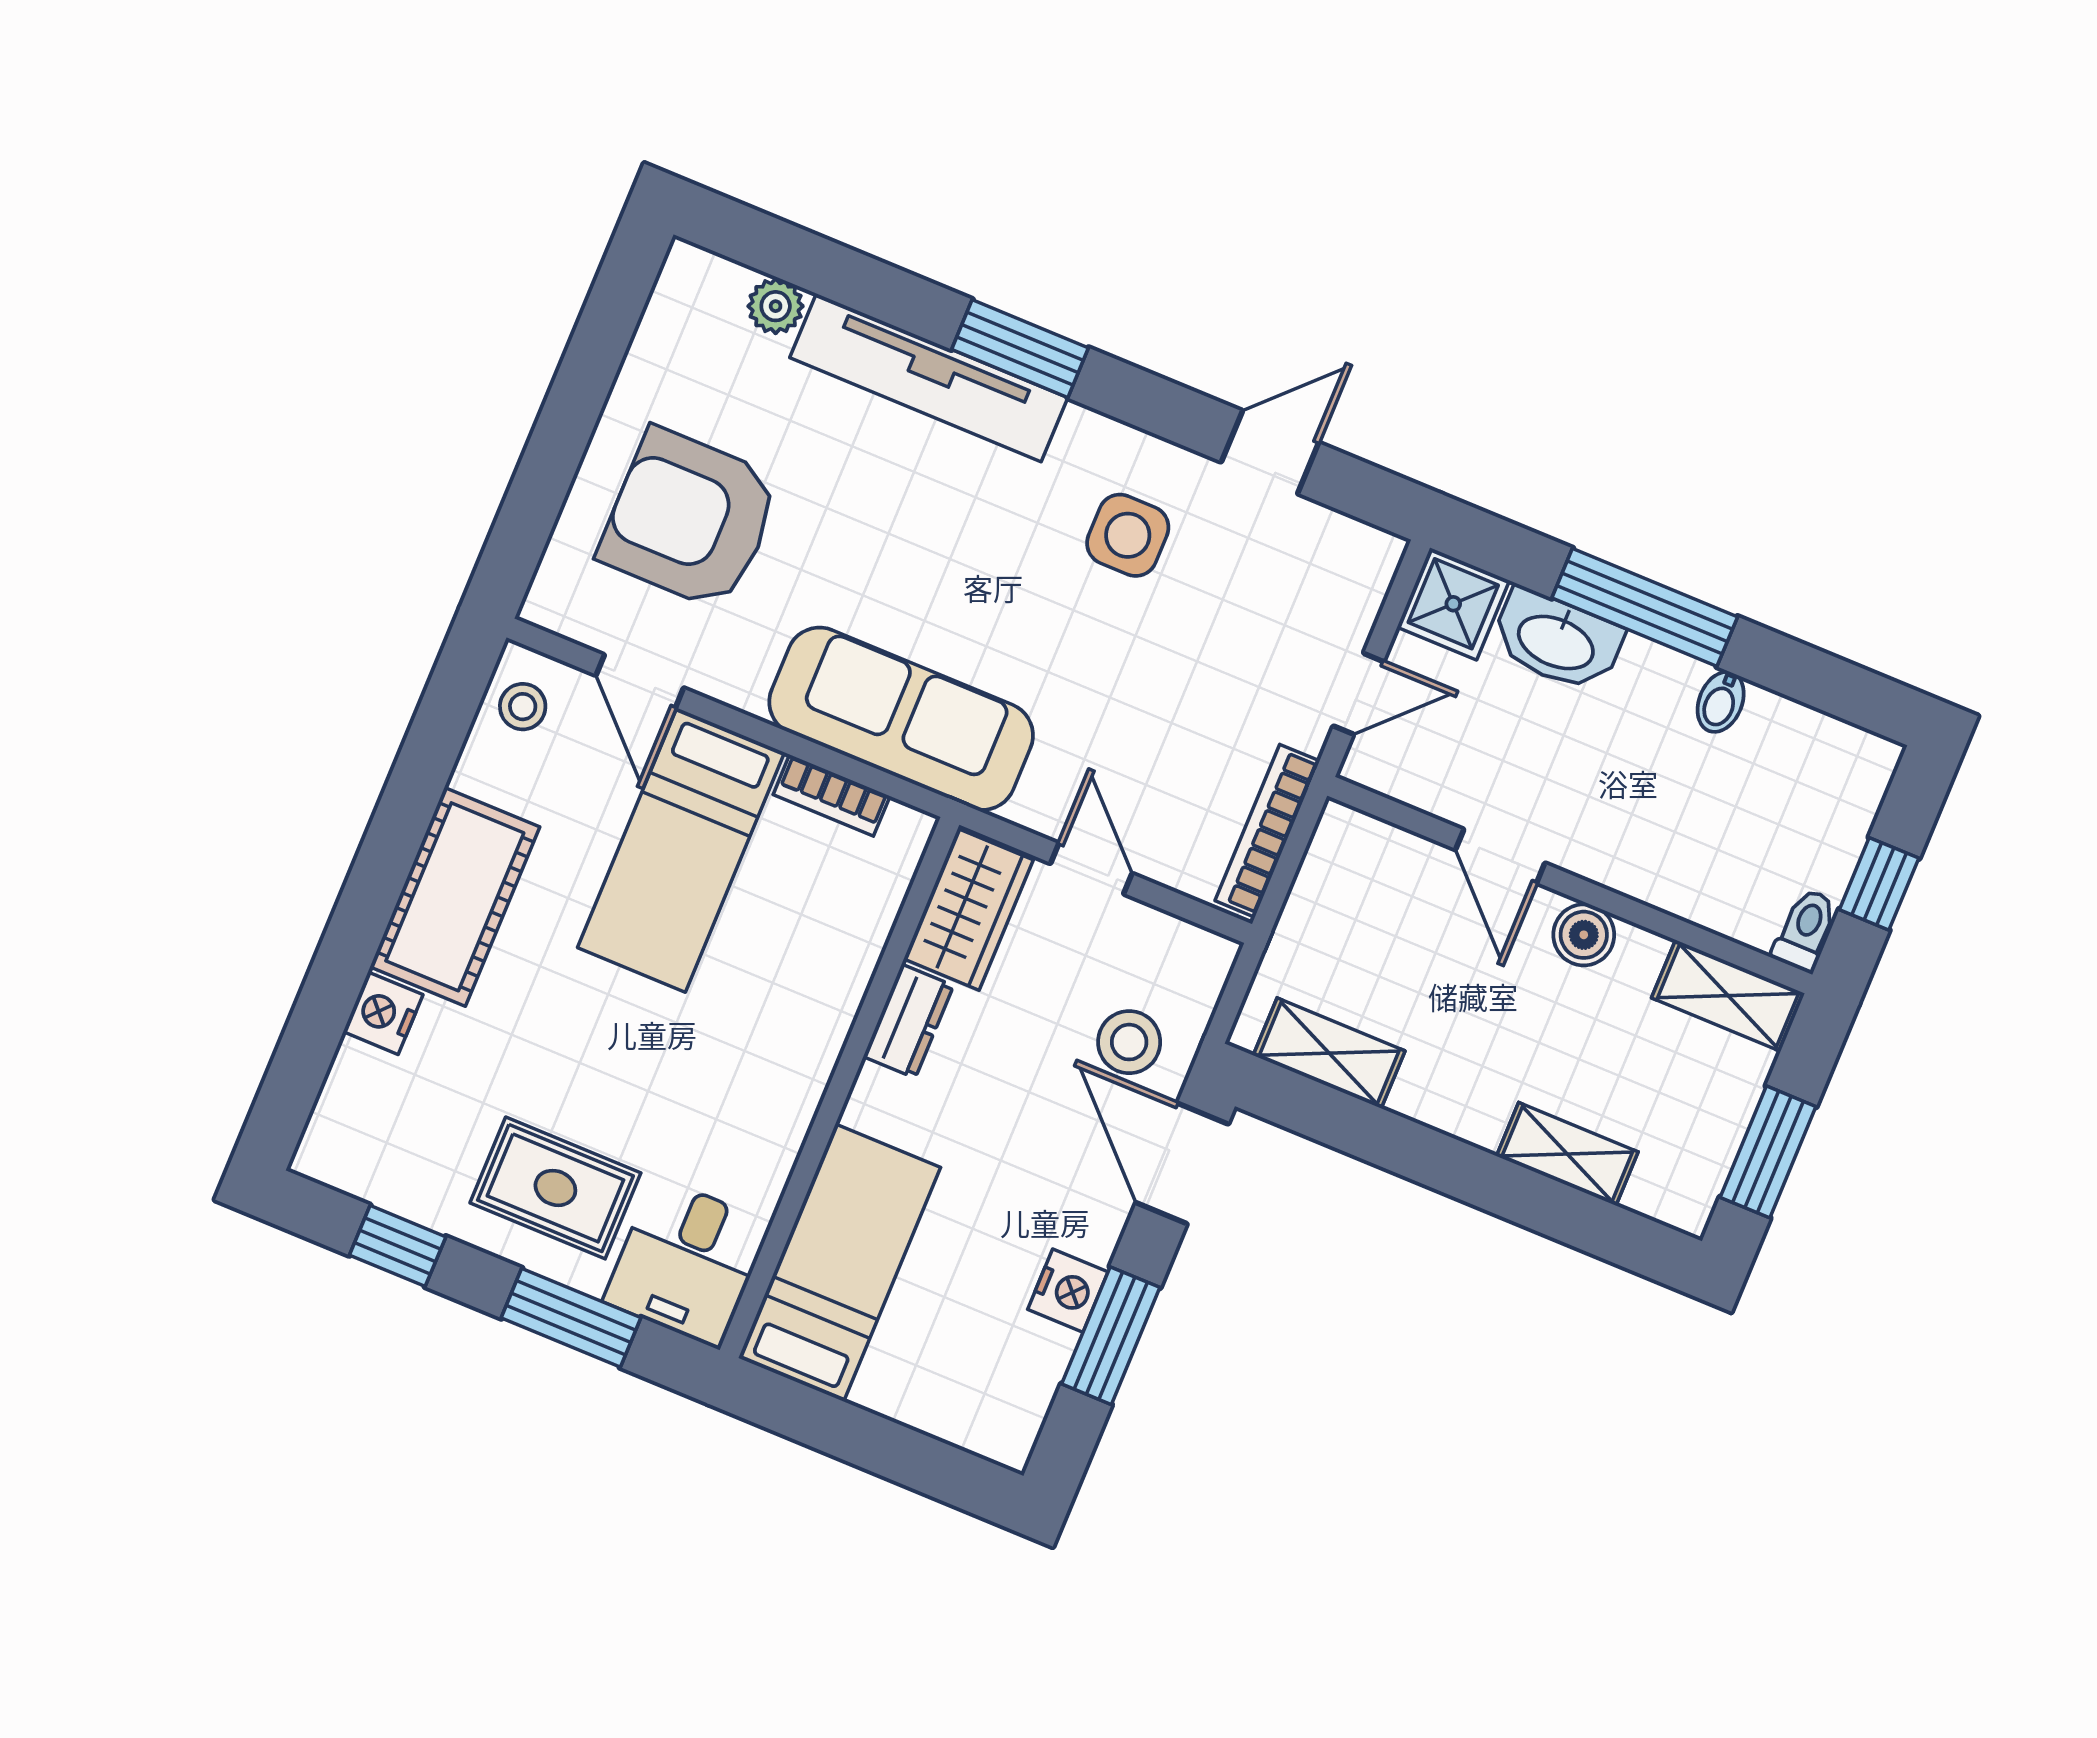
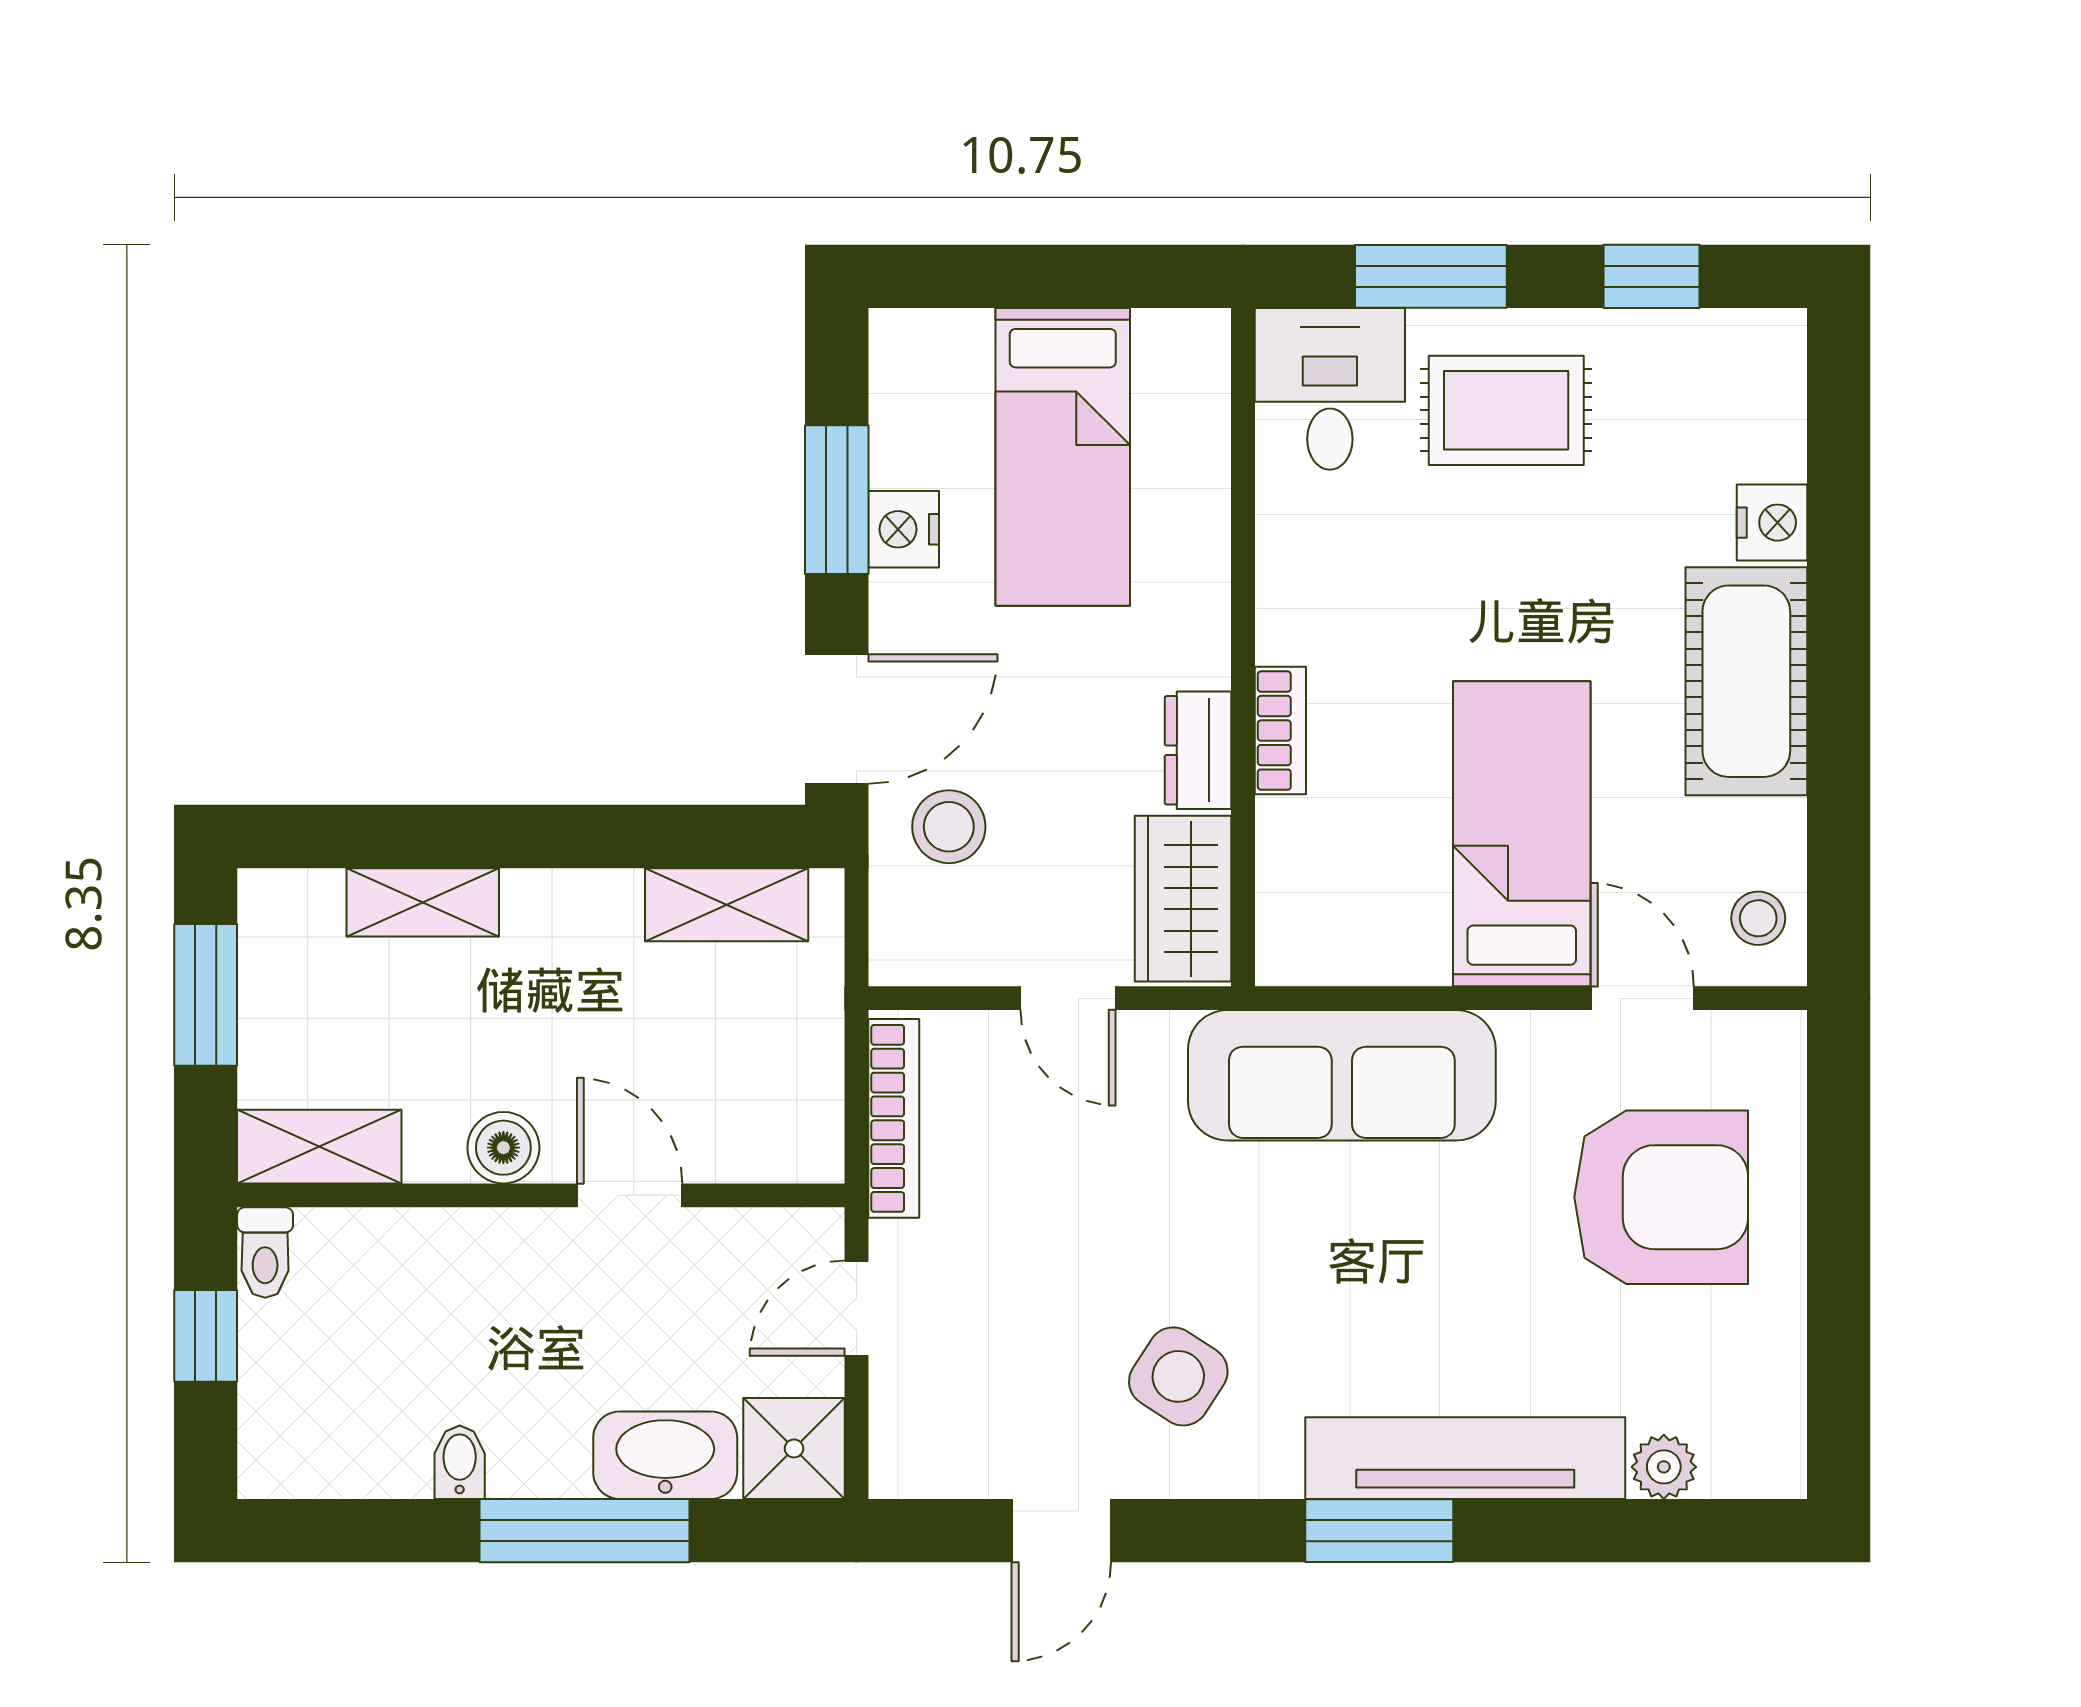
side table: (1128, 535) -> (1178, 1376), turned 33
bookcase: (832, 795) -> (1280, 731), moved, turned 90
door: (1182, 1163) -> (837, 719), hinge flipped
bed: (839, 1263) -> (1063, 457), moved

